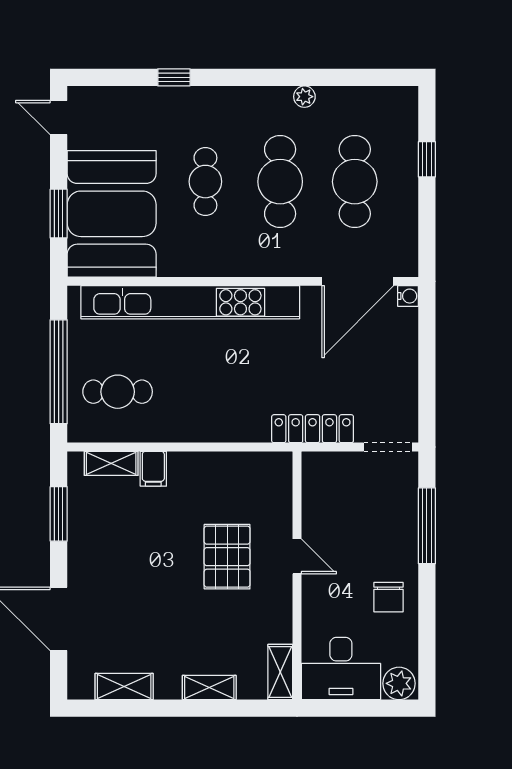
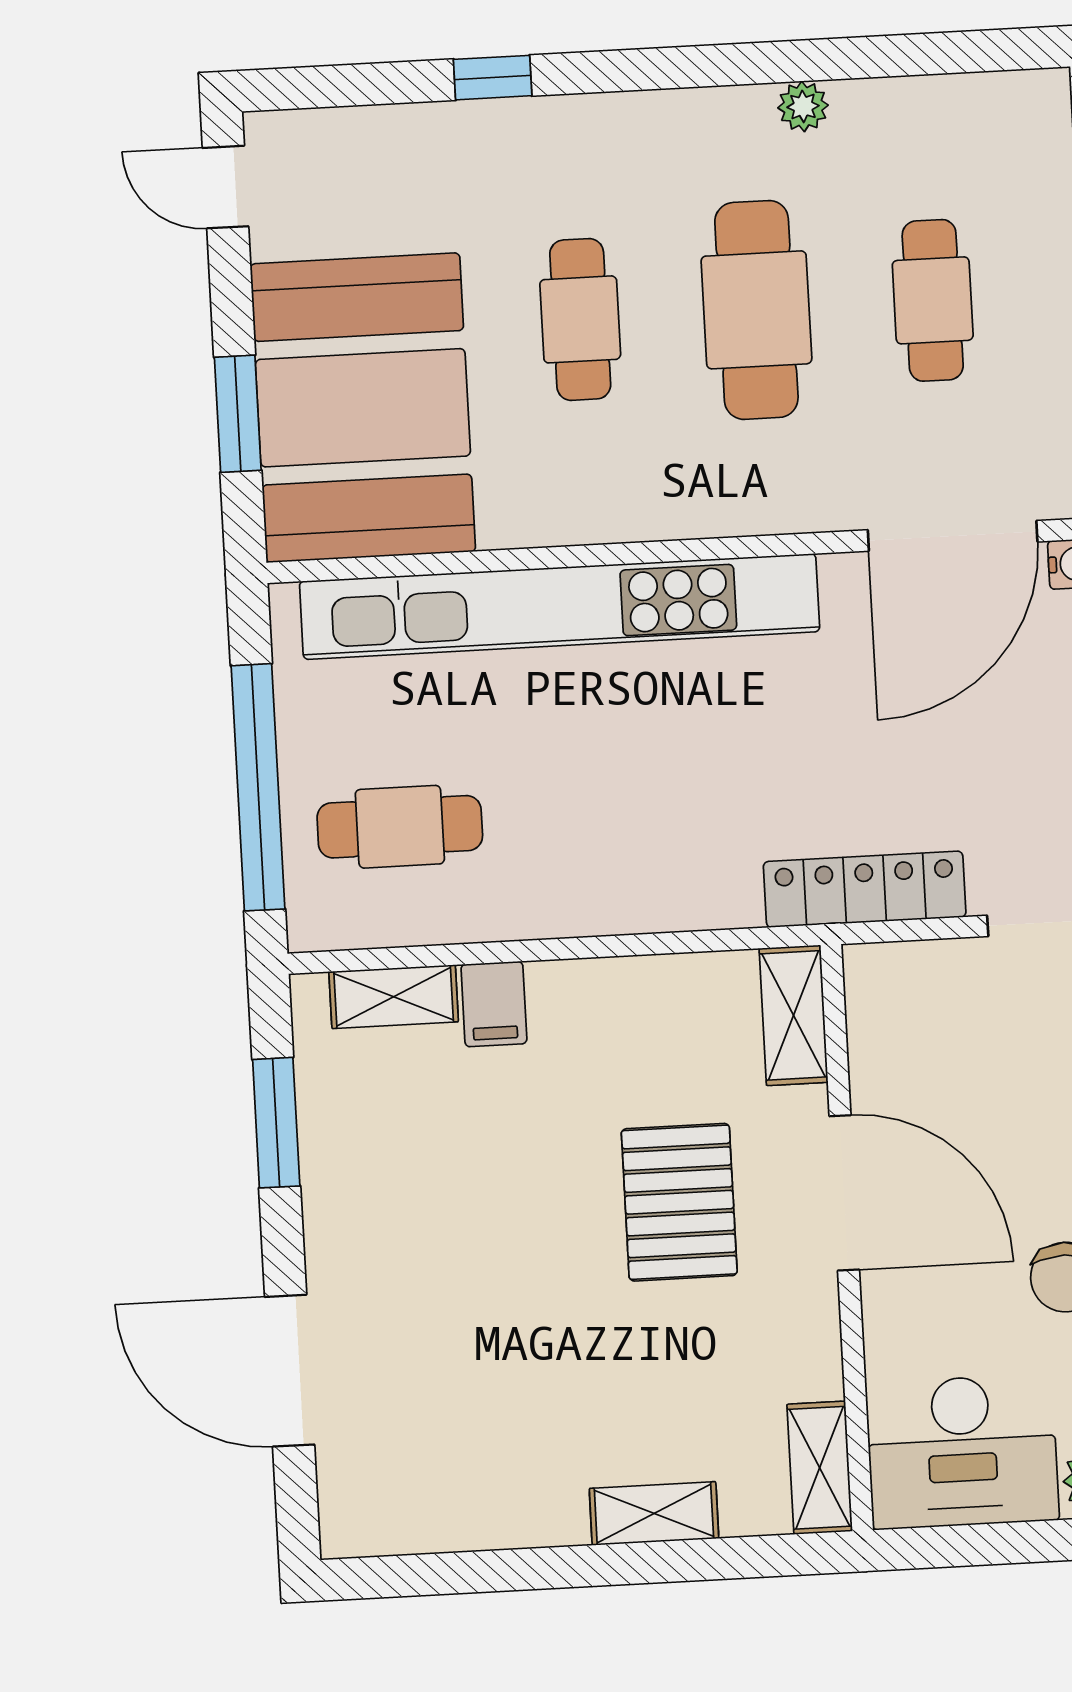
cafe table: (355, 182) -> (933, 300), width x0.73, depth x0.74
door: (297, 556) -> (844, 1193), width x1.87
shelving: (124, 687) -> (794, 1015), moved, turned 90

